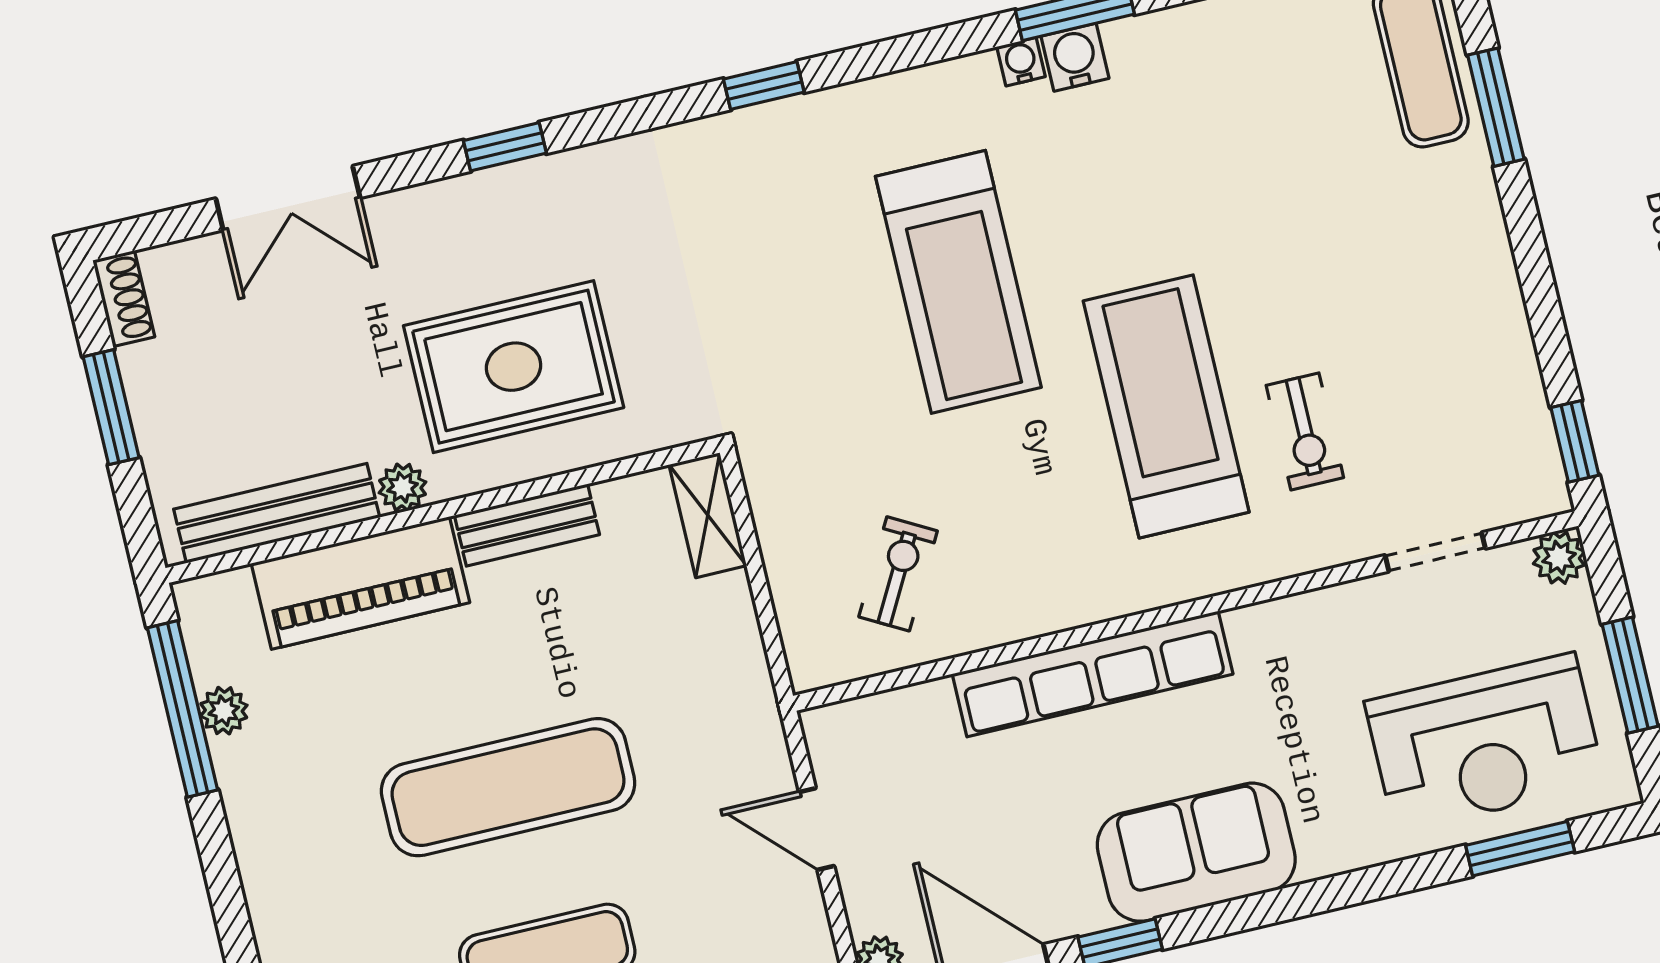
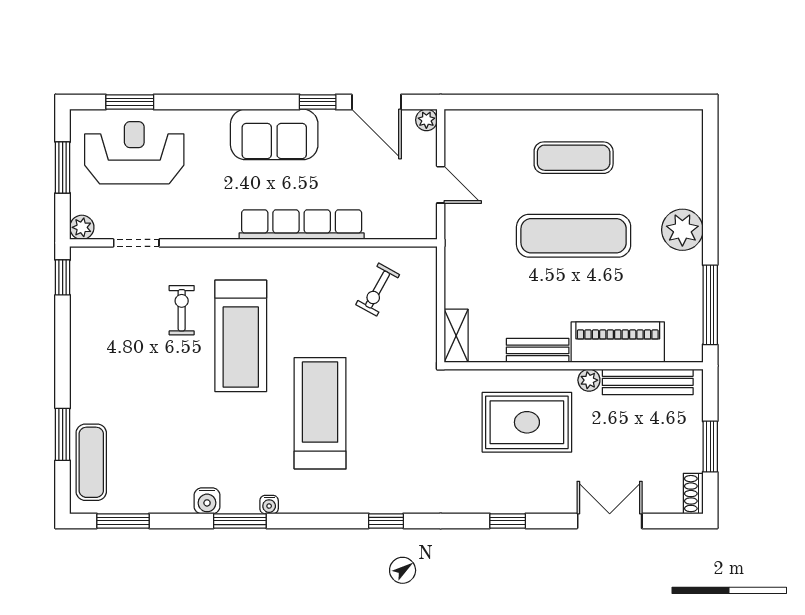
water cooler: (1075, 57) -> (207, 501), moved
plant: (224, 711) -> (682, 230), moved, width x1.87, depth x1.87

